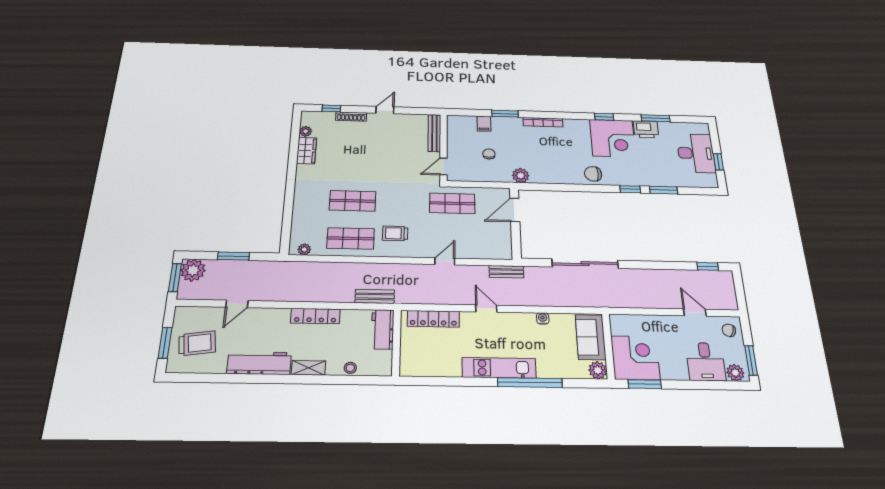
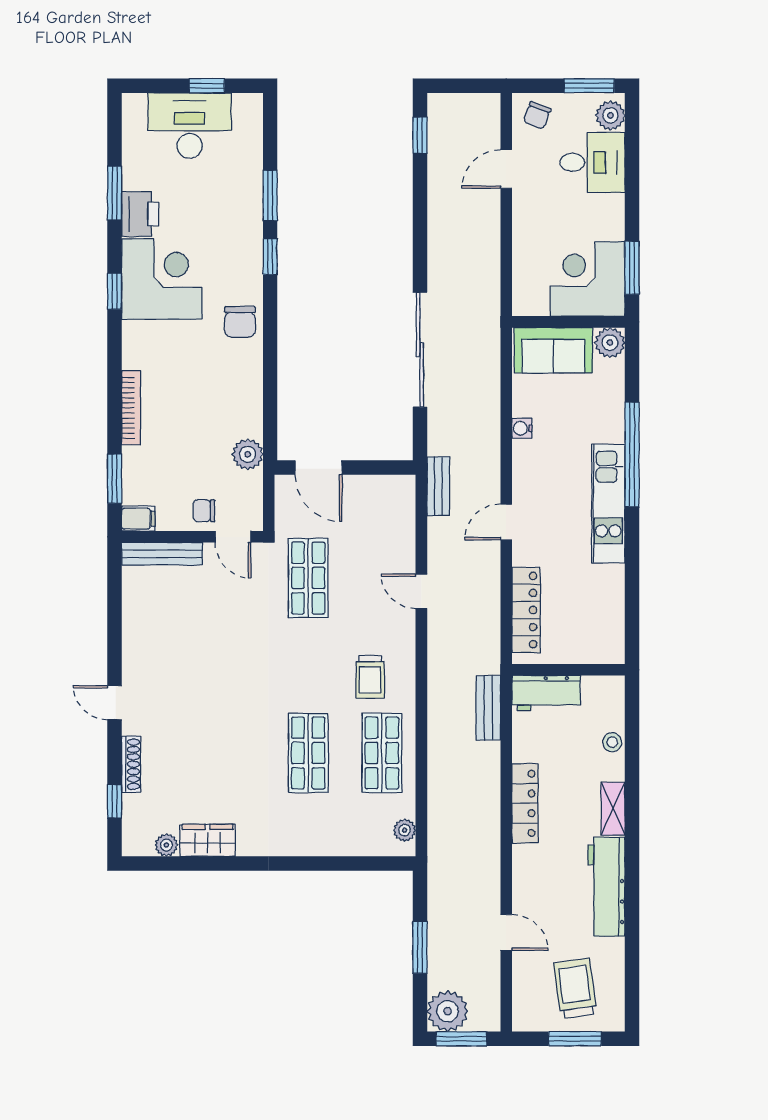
bench: (434, 133) -> (162, 554), moved
wall: (444, 147) -> (192, 537), moved
door: (444, 166) -> (233, 537), moved

